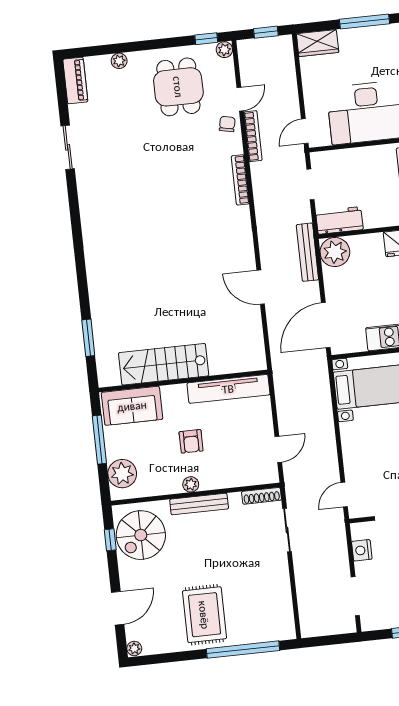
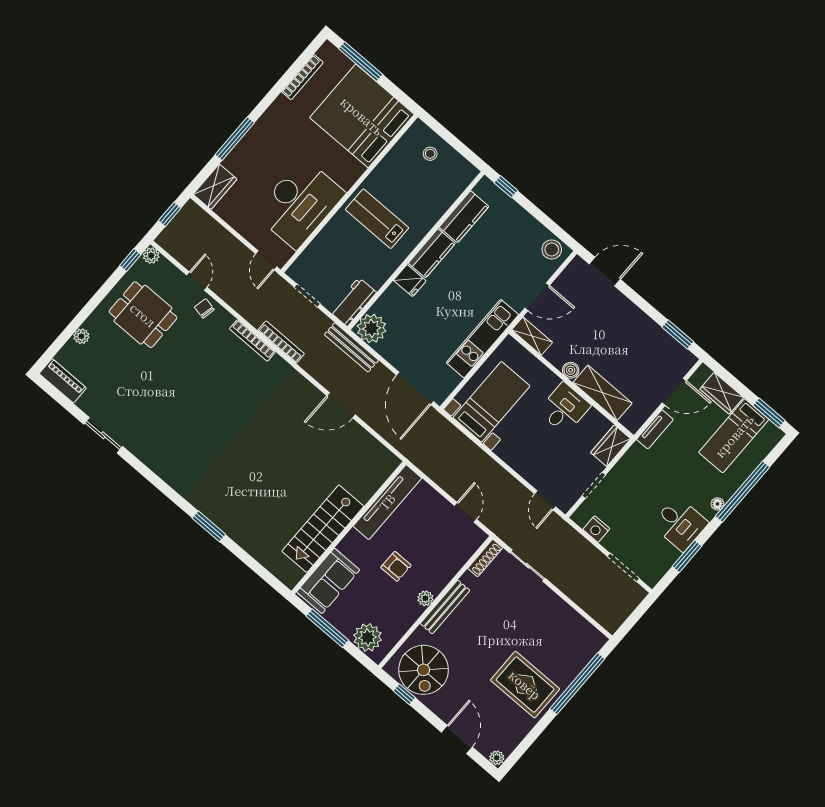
bookcase: (253, 136) -> (281, 342), moved
window: (88, 338) -> (209, 526), moved

